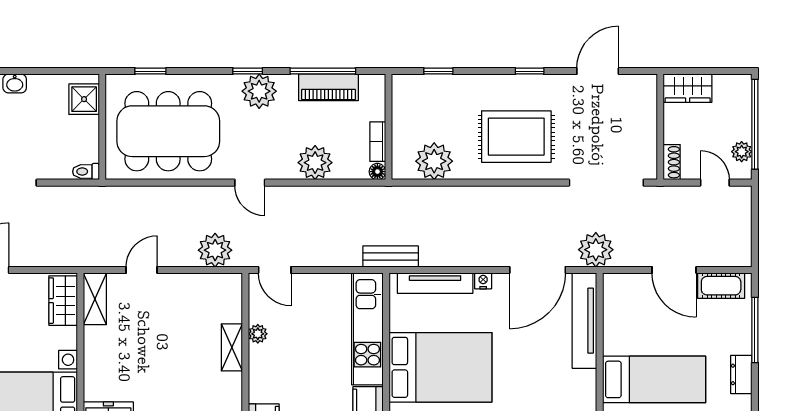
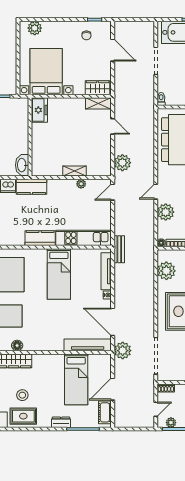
door: (250, 183) -> (156, 192), moved
bed: (440, 367) -> (59, 274), width x0.67
bed: (654, 379) -> (76, 379), moved

